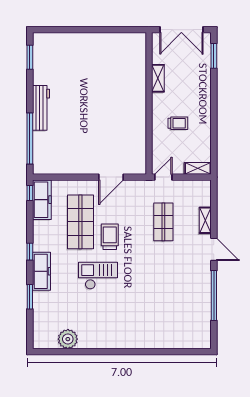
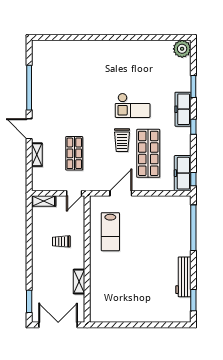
workbench: (41, 108) -> (183, 277), moved
lab bench: (123, 134) -> (110, 232), added
plant: (68, 339) -> (182, 49), moved

